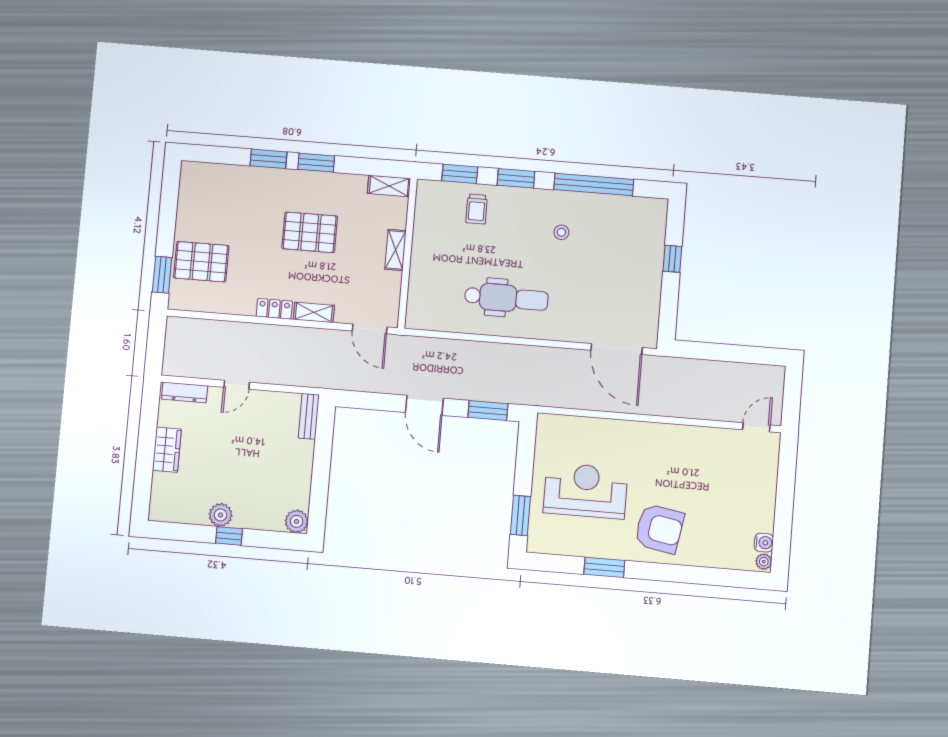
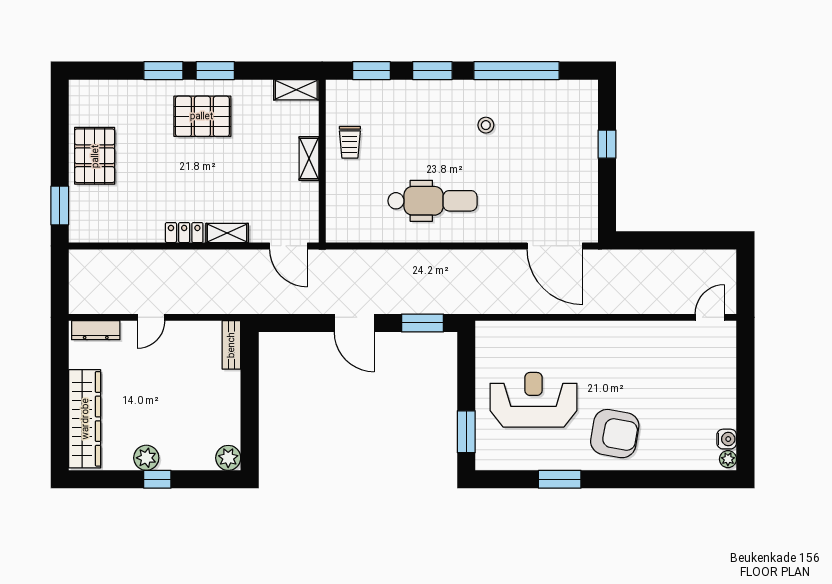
trolley: (477, 209) -> (350, 142), moved
pallet: (310, 232) -> (202, 116), moved
pallet: (201, 262) -> (95, 156), moved, turned 90
wardrobe: (167, 450) -> (85, 419), width x2.10, depth x1.17

